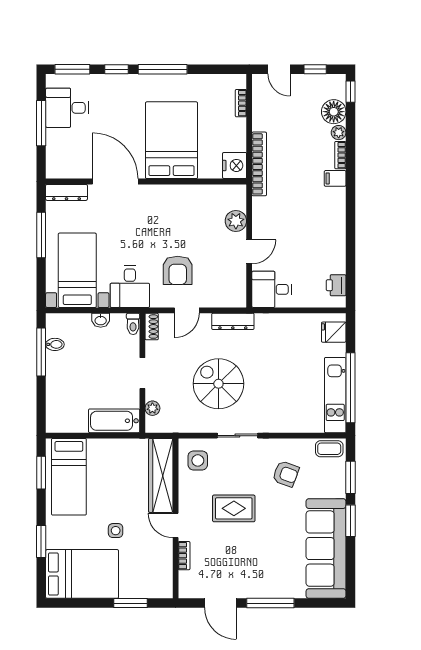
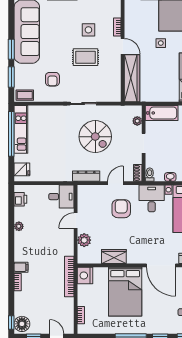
floor lamp: (334, 112) -> (22, 324), moved
plant: (339, 133) -> (19, 226), moved
wardrobe: (189, 195) -> (114, 256), added
side table: (198, 460) -> (88, 30), moved
armchair: (286, 474) -> (52, 79), turned -110

